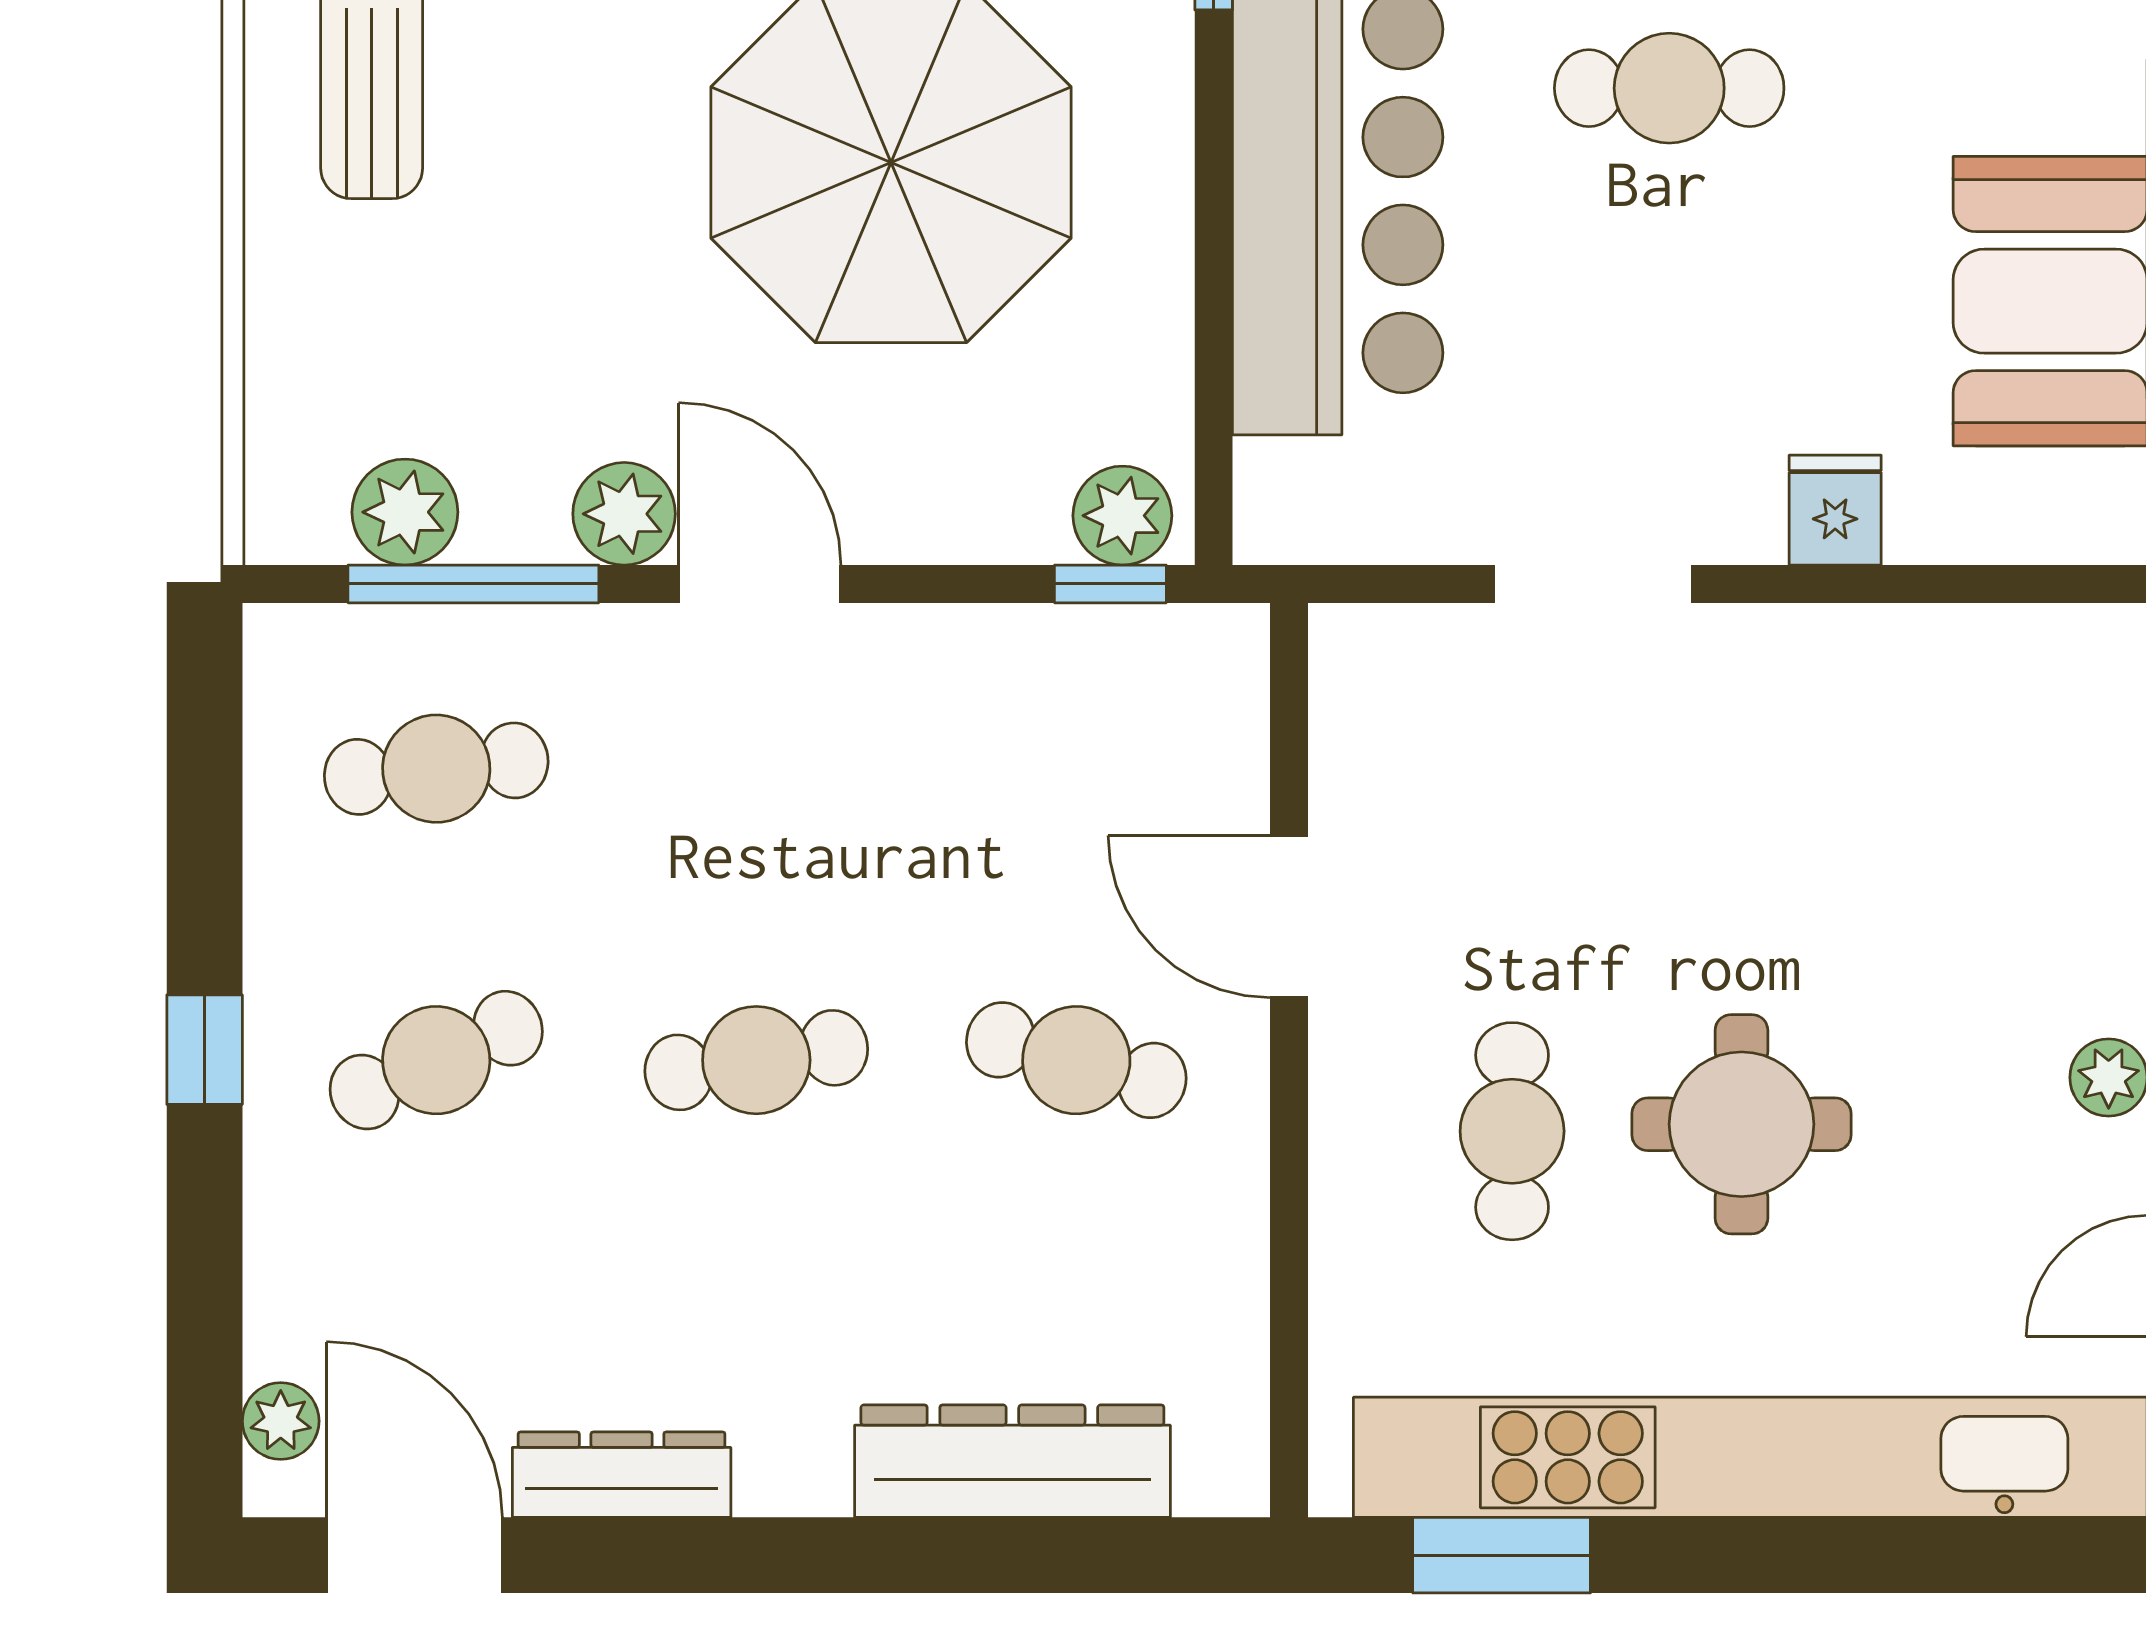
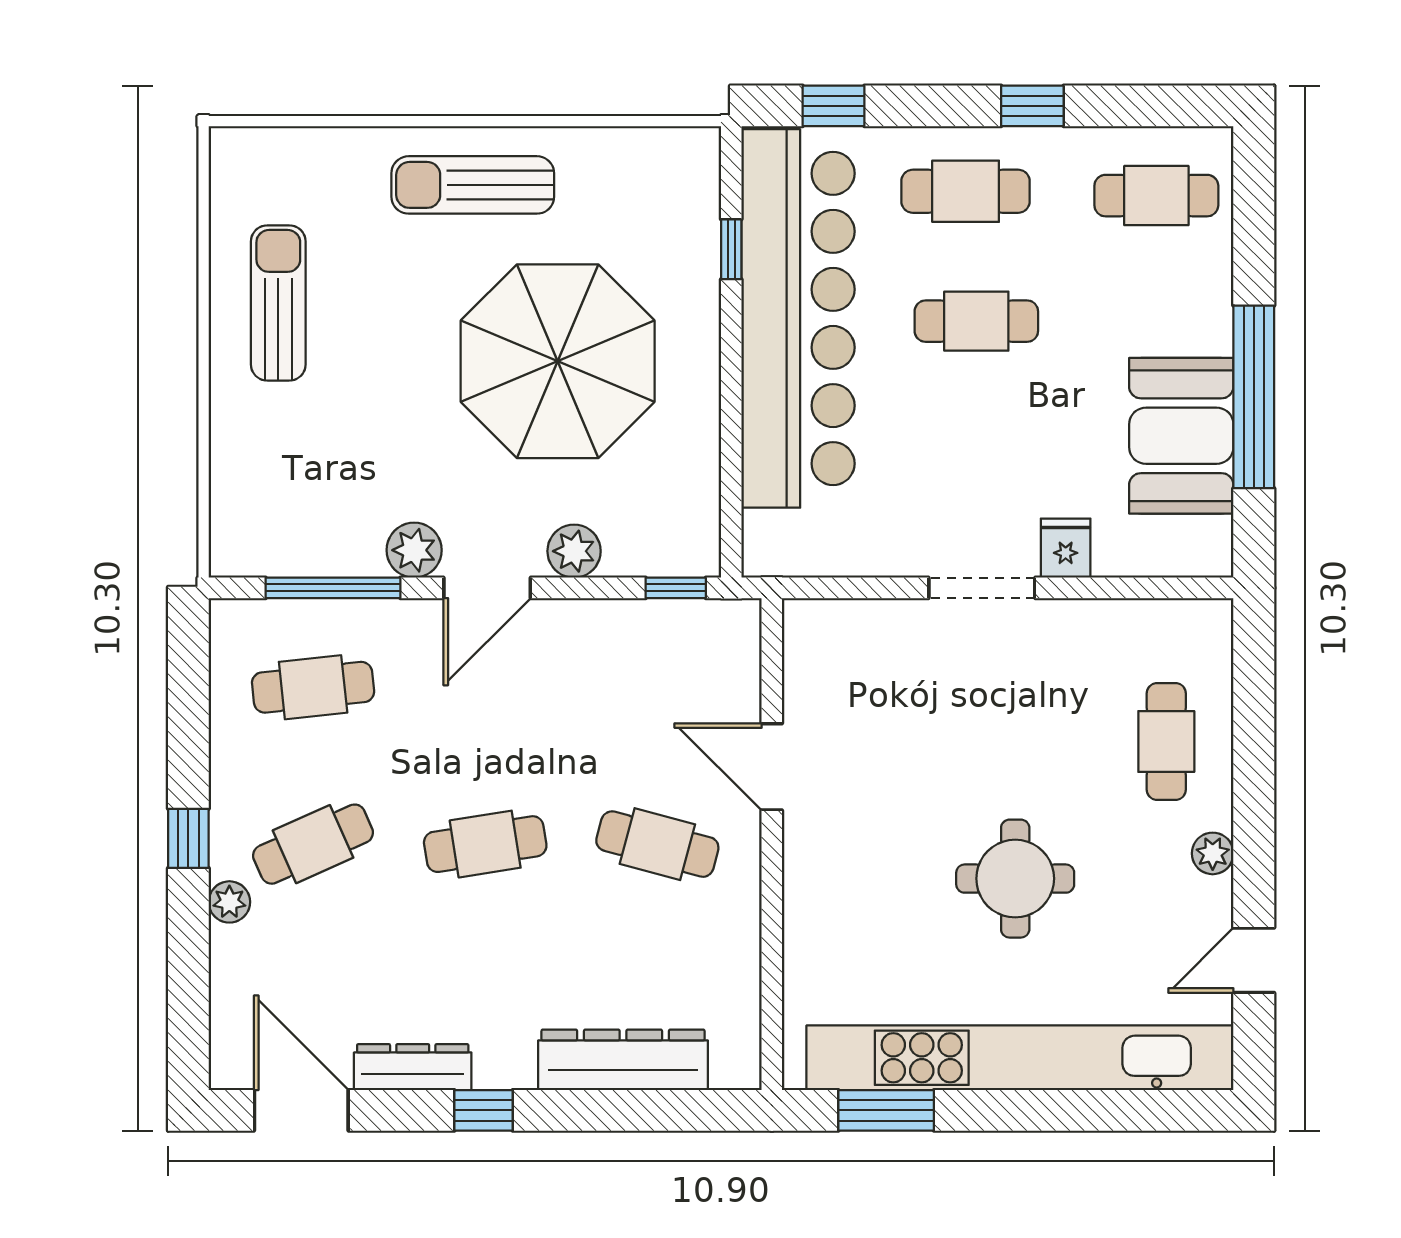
plant: (405, 512) -> (296, 549), removed
plant: (1122, 516) -> (574, 551), moved
door: (760, 584) -> (487, 588), swing flipped
doorway: (1593, 584) -> (982, 588), moved
cafe table: (1512, 1131) -> (1166, 741), moved
plant: (281, 1421) -> (229, 902), moved
window: (753, 1555) -> (484, 1110), added

